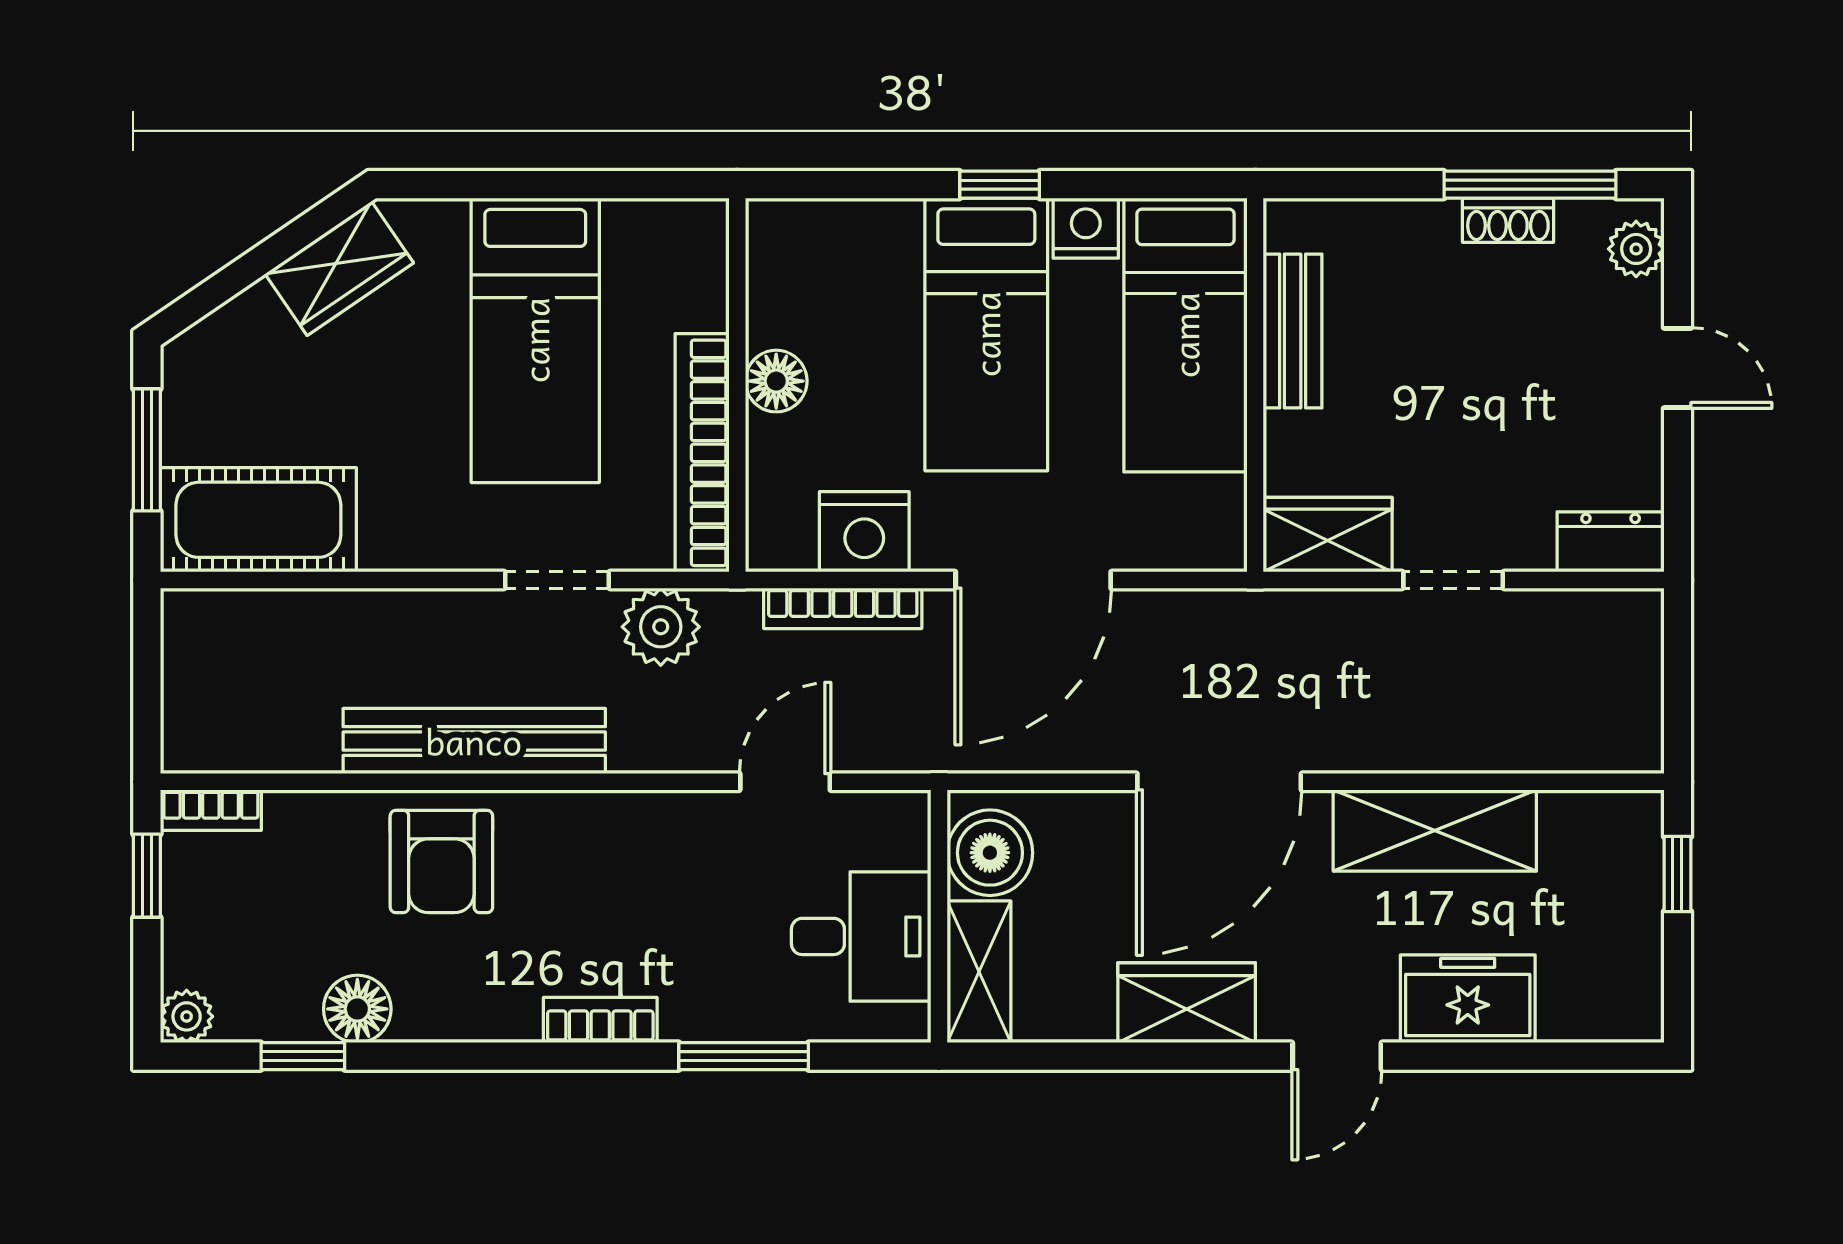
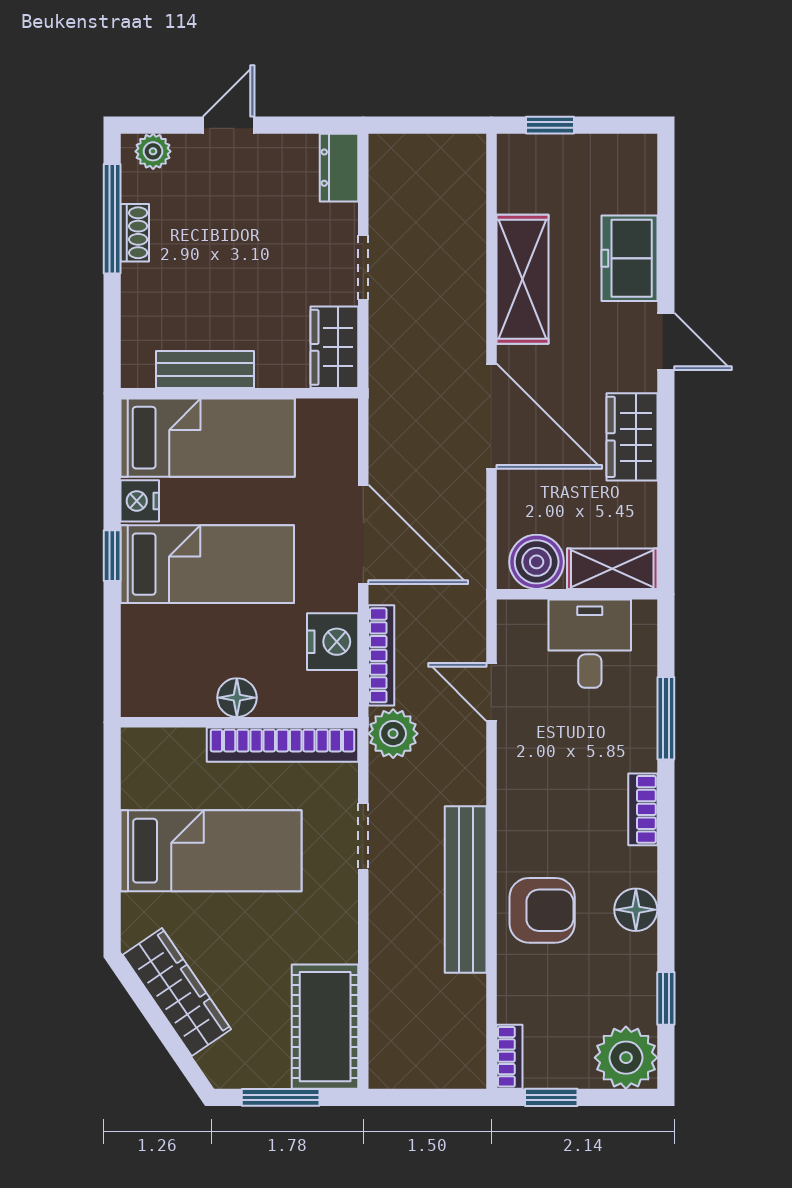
wardrobe: (339, 268) -> (177, 992), width x1.50
plant: (661, 627) -> (393, 734), moved
floor lamp: (357, 1009) -> (636, 910), moved
plant: (187, 1016) -> (626, 1058), width x1.87, depth x1.87

